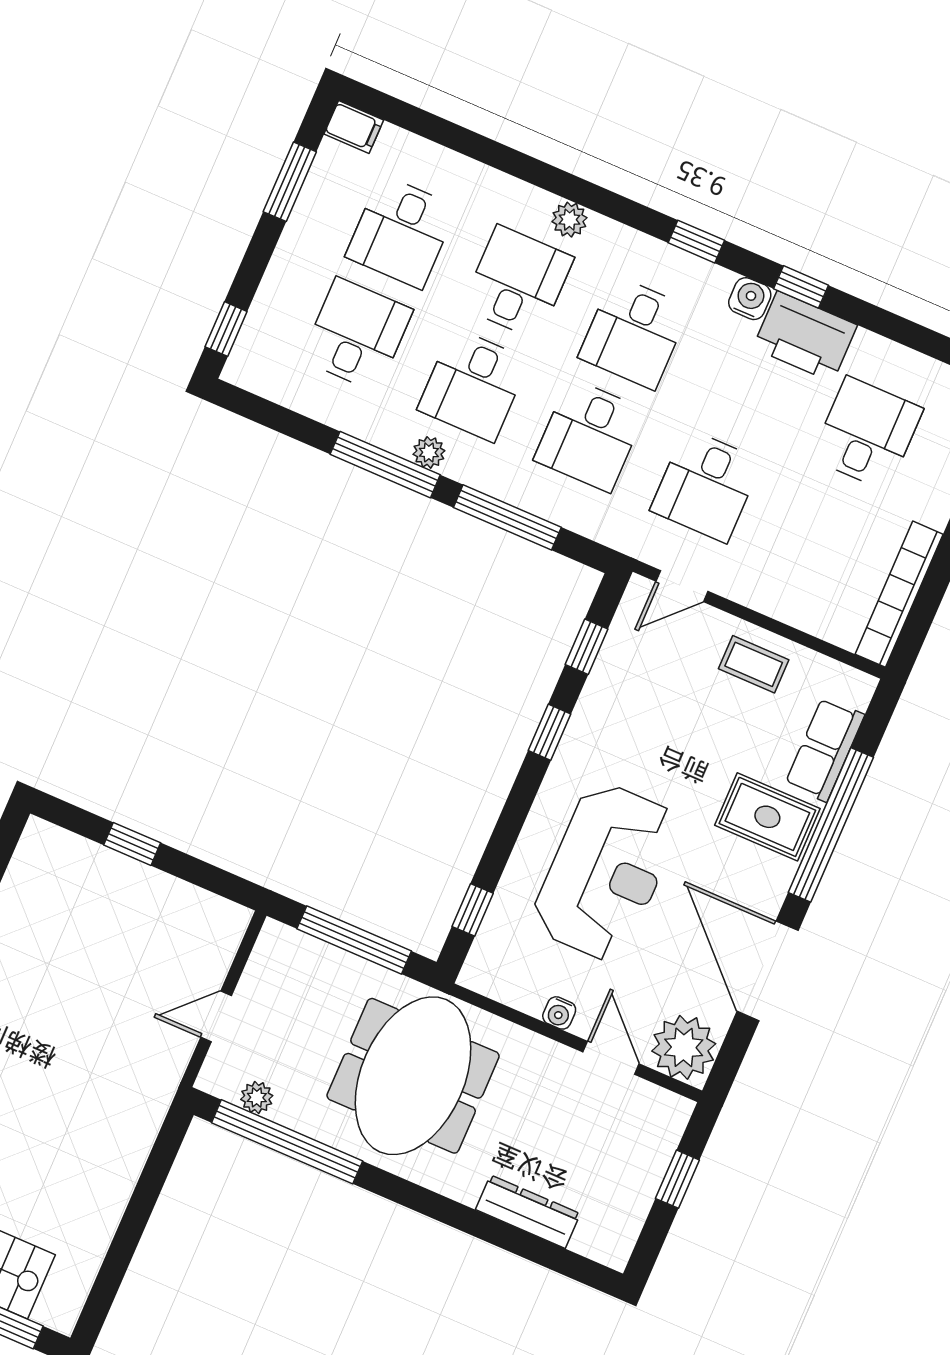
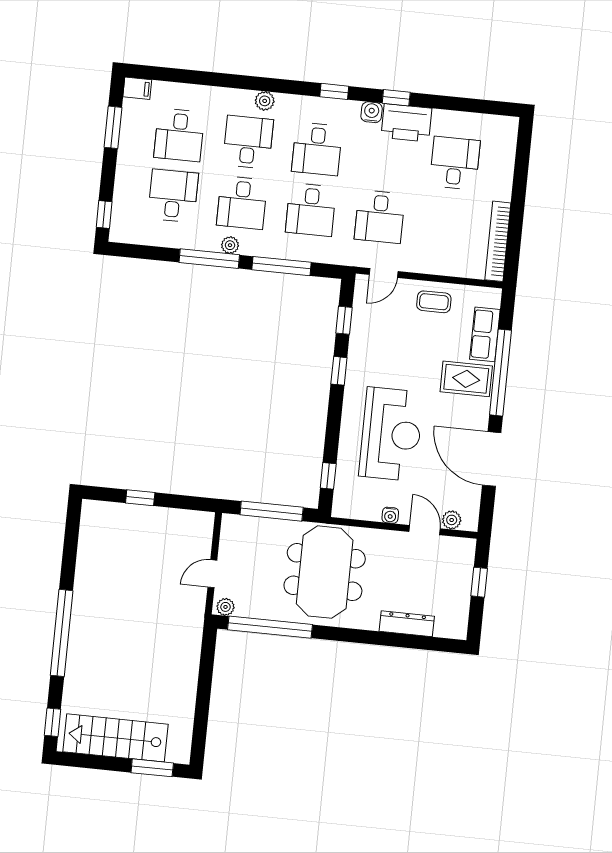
plant: (684, 1047) -> (452, 520), width x0.53, depth x0.53
plant: (257, 1097) -> (225, 607), moved

